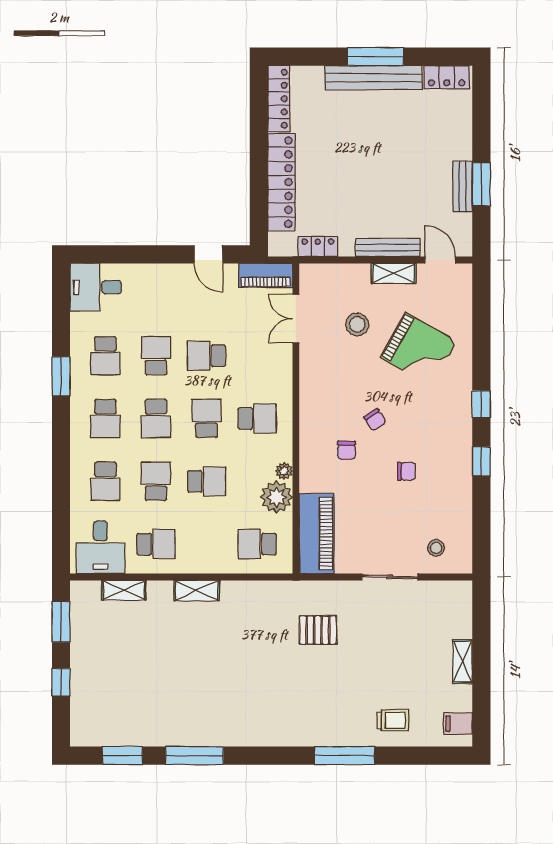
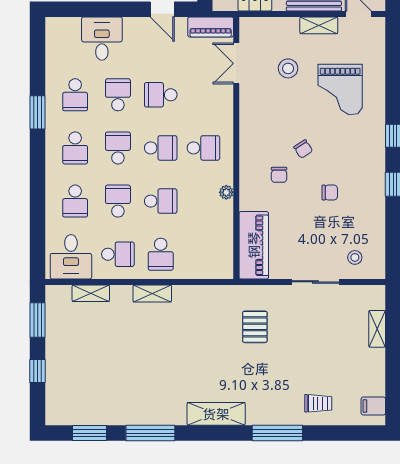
desk: (96, 287) -> (102, 39), moved, turned 90
grand piano: (419, 349) -> (340, 89), turned 61
school desk: (156, 418) -> (118, 148), turned 180
school desk: (207, 418) -> (161, 148), turned 90
plant: (277, 497) -> (220, 214), removed
school desk: (257, 544) -> (161, 254), moved, turned -90
pallet: (318, 630) -> (255, 327), turned 90
shelving: (462, 661) -> (377, 329), moved
shelving: (272, 733) -> (216, 414), added

